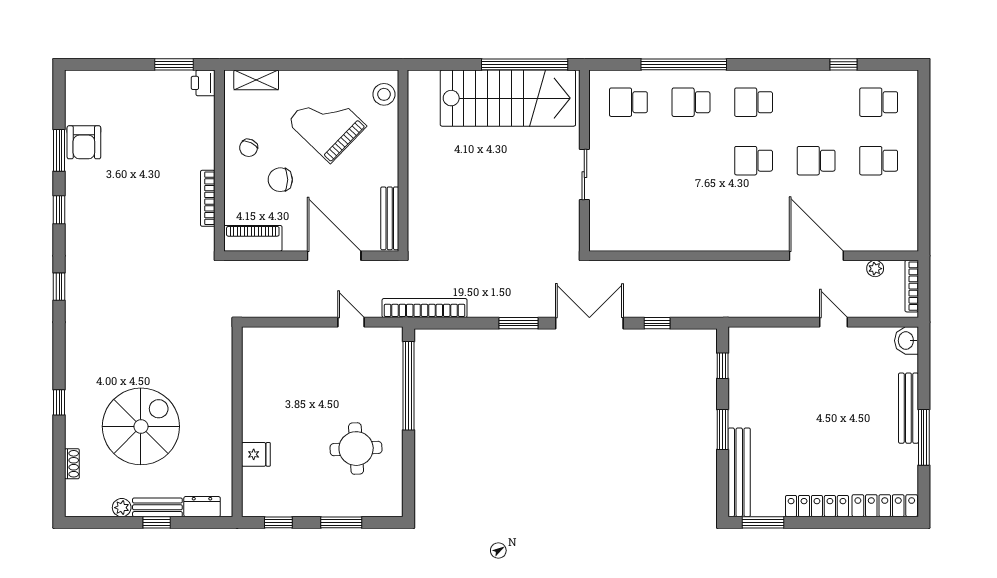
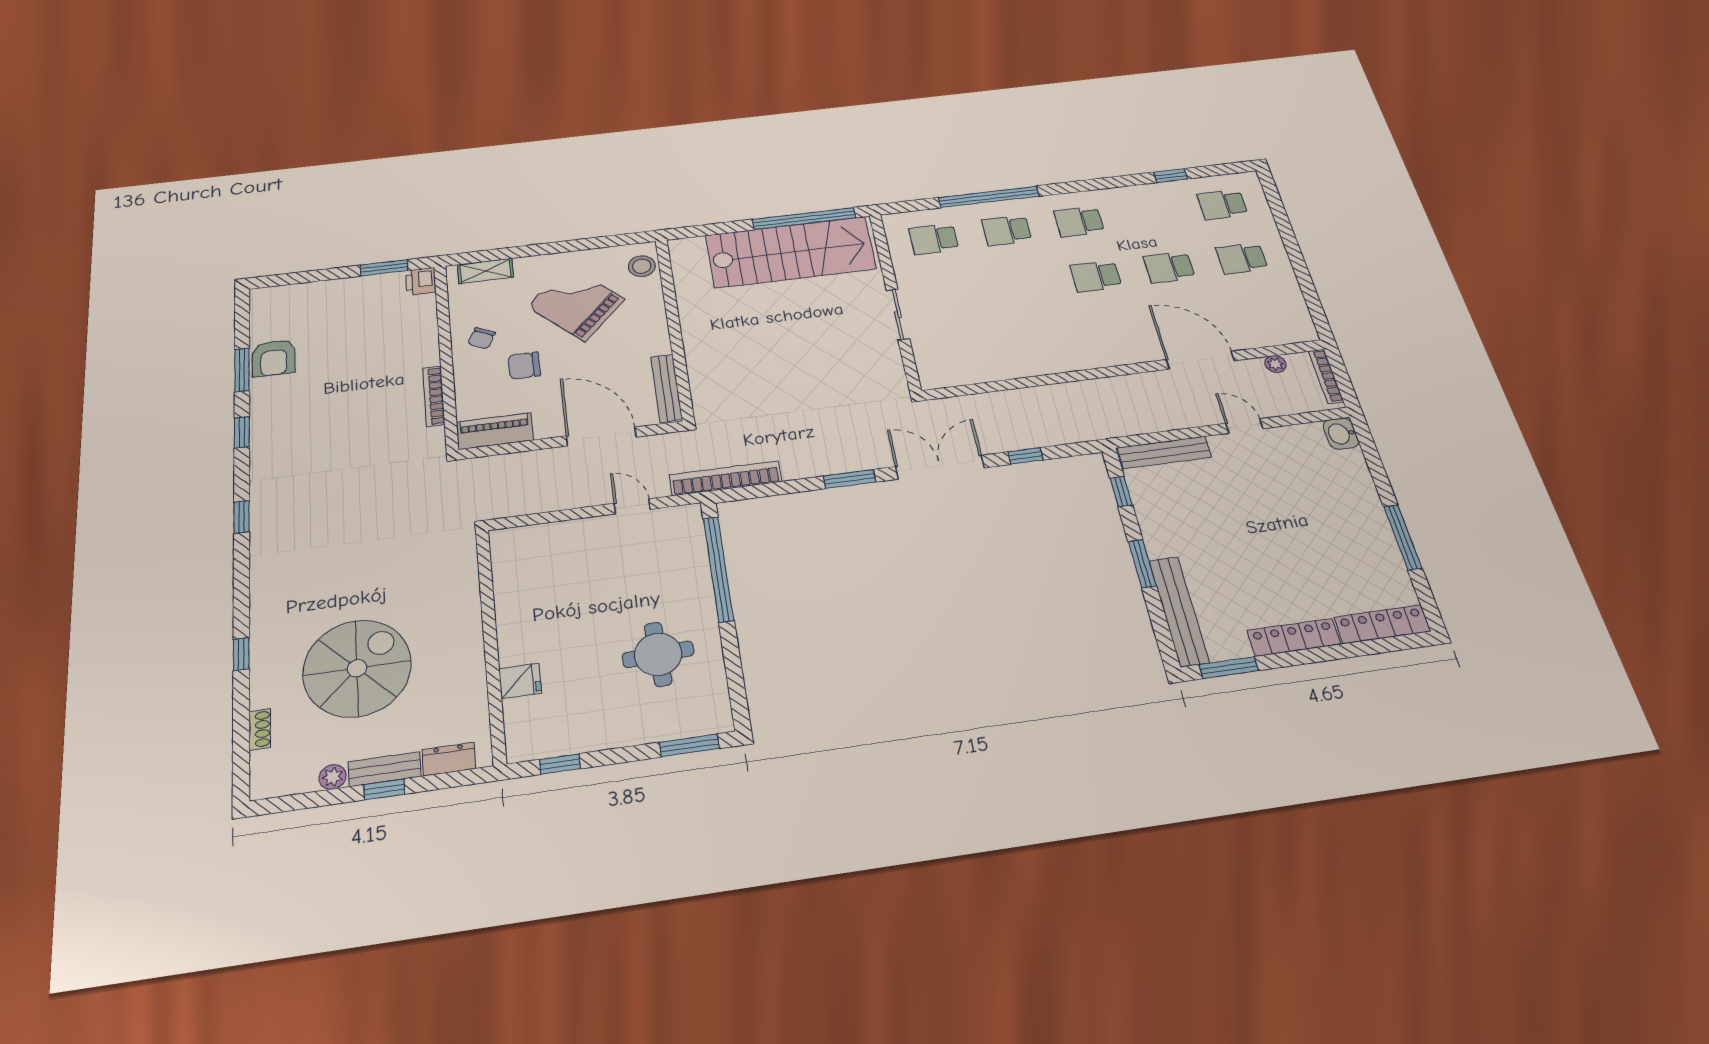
bench: (908, 408) -> (1164, 452), moved, turned 90
window: (341, 522) -> (689, 745), moved

